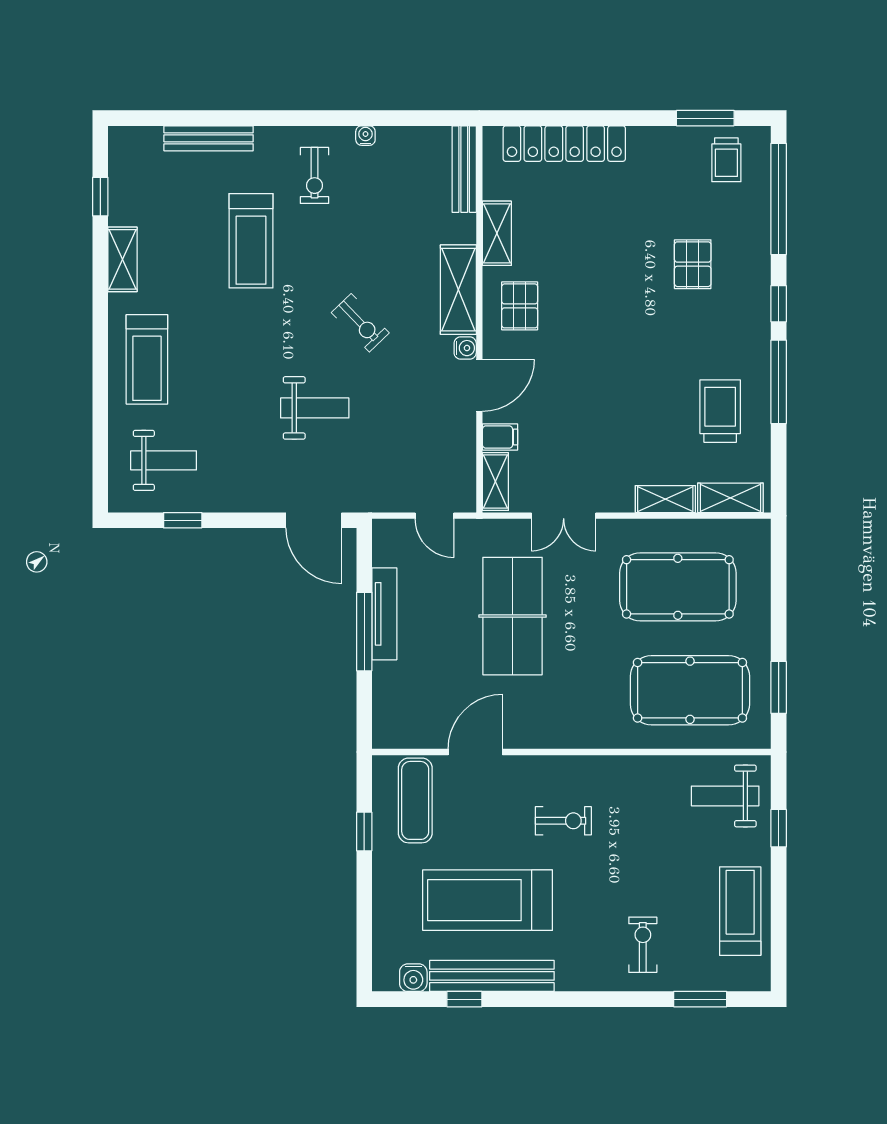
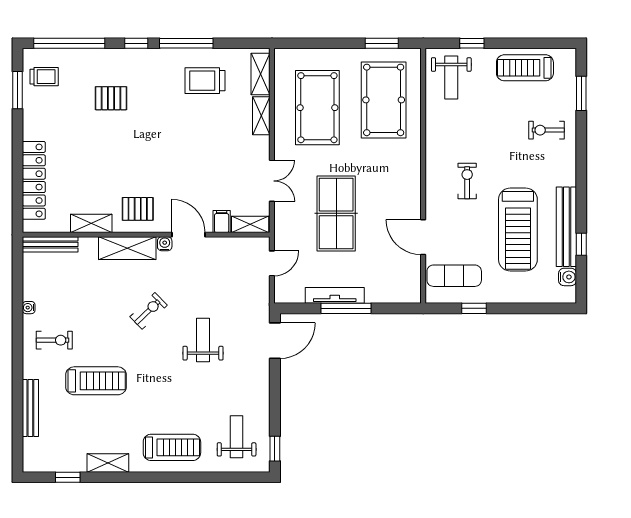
window: (183, 520) -> (275, 449), moved
table tennis table: (512, 616) -> (336, 213), turned 90

